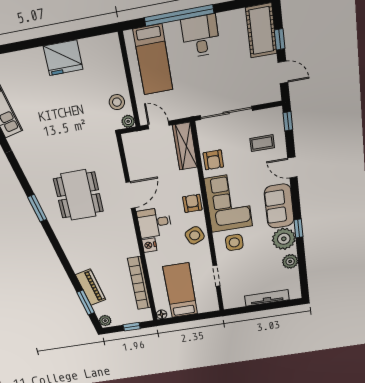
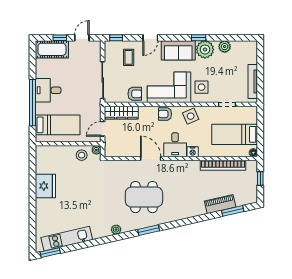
tv unit: (267, 298) -> (253, 82), moved
plant: (105, 321) -> (116, 230), moved

